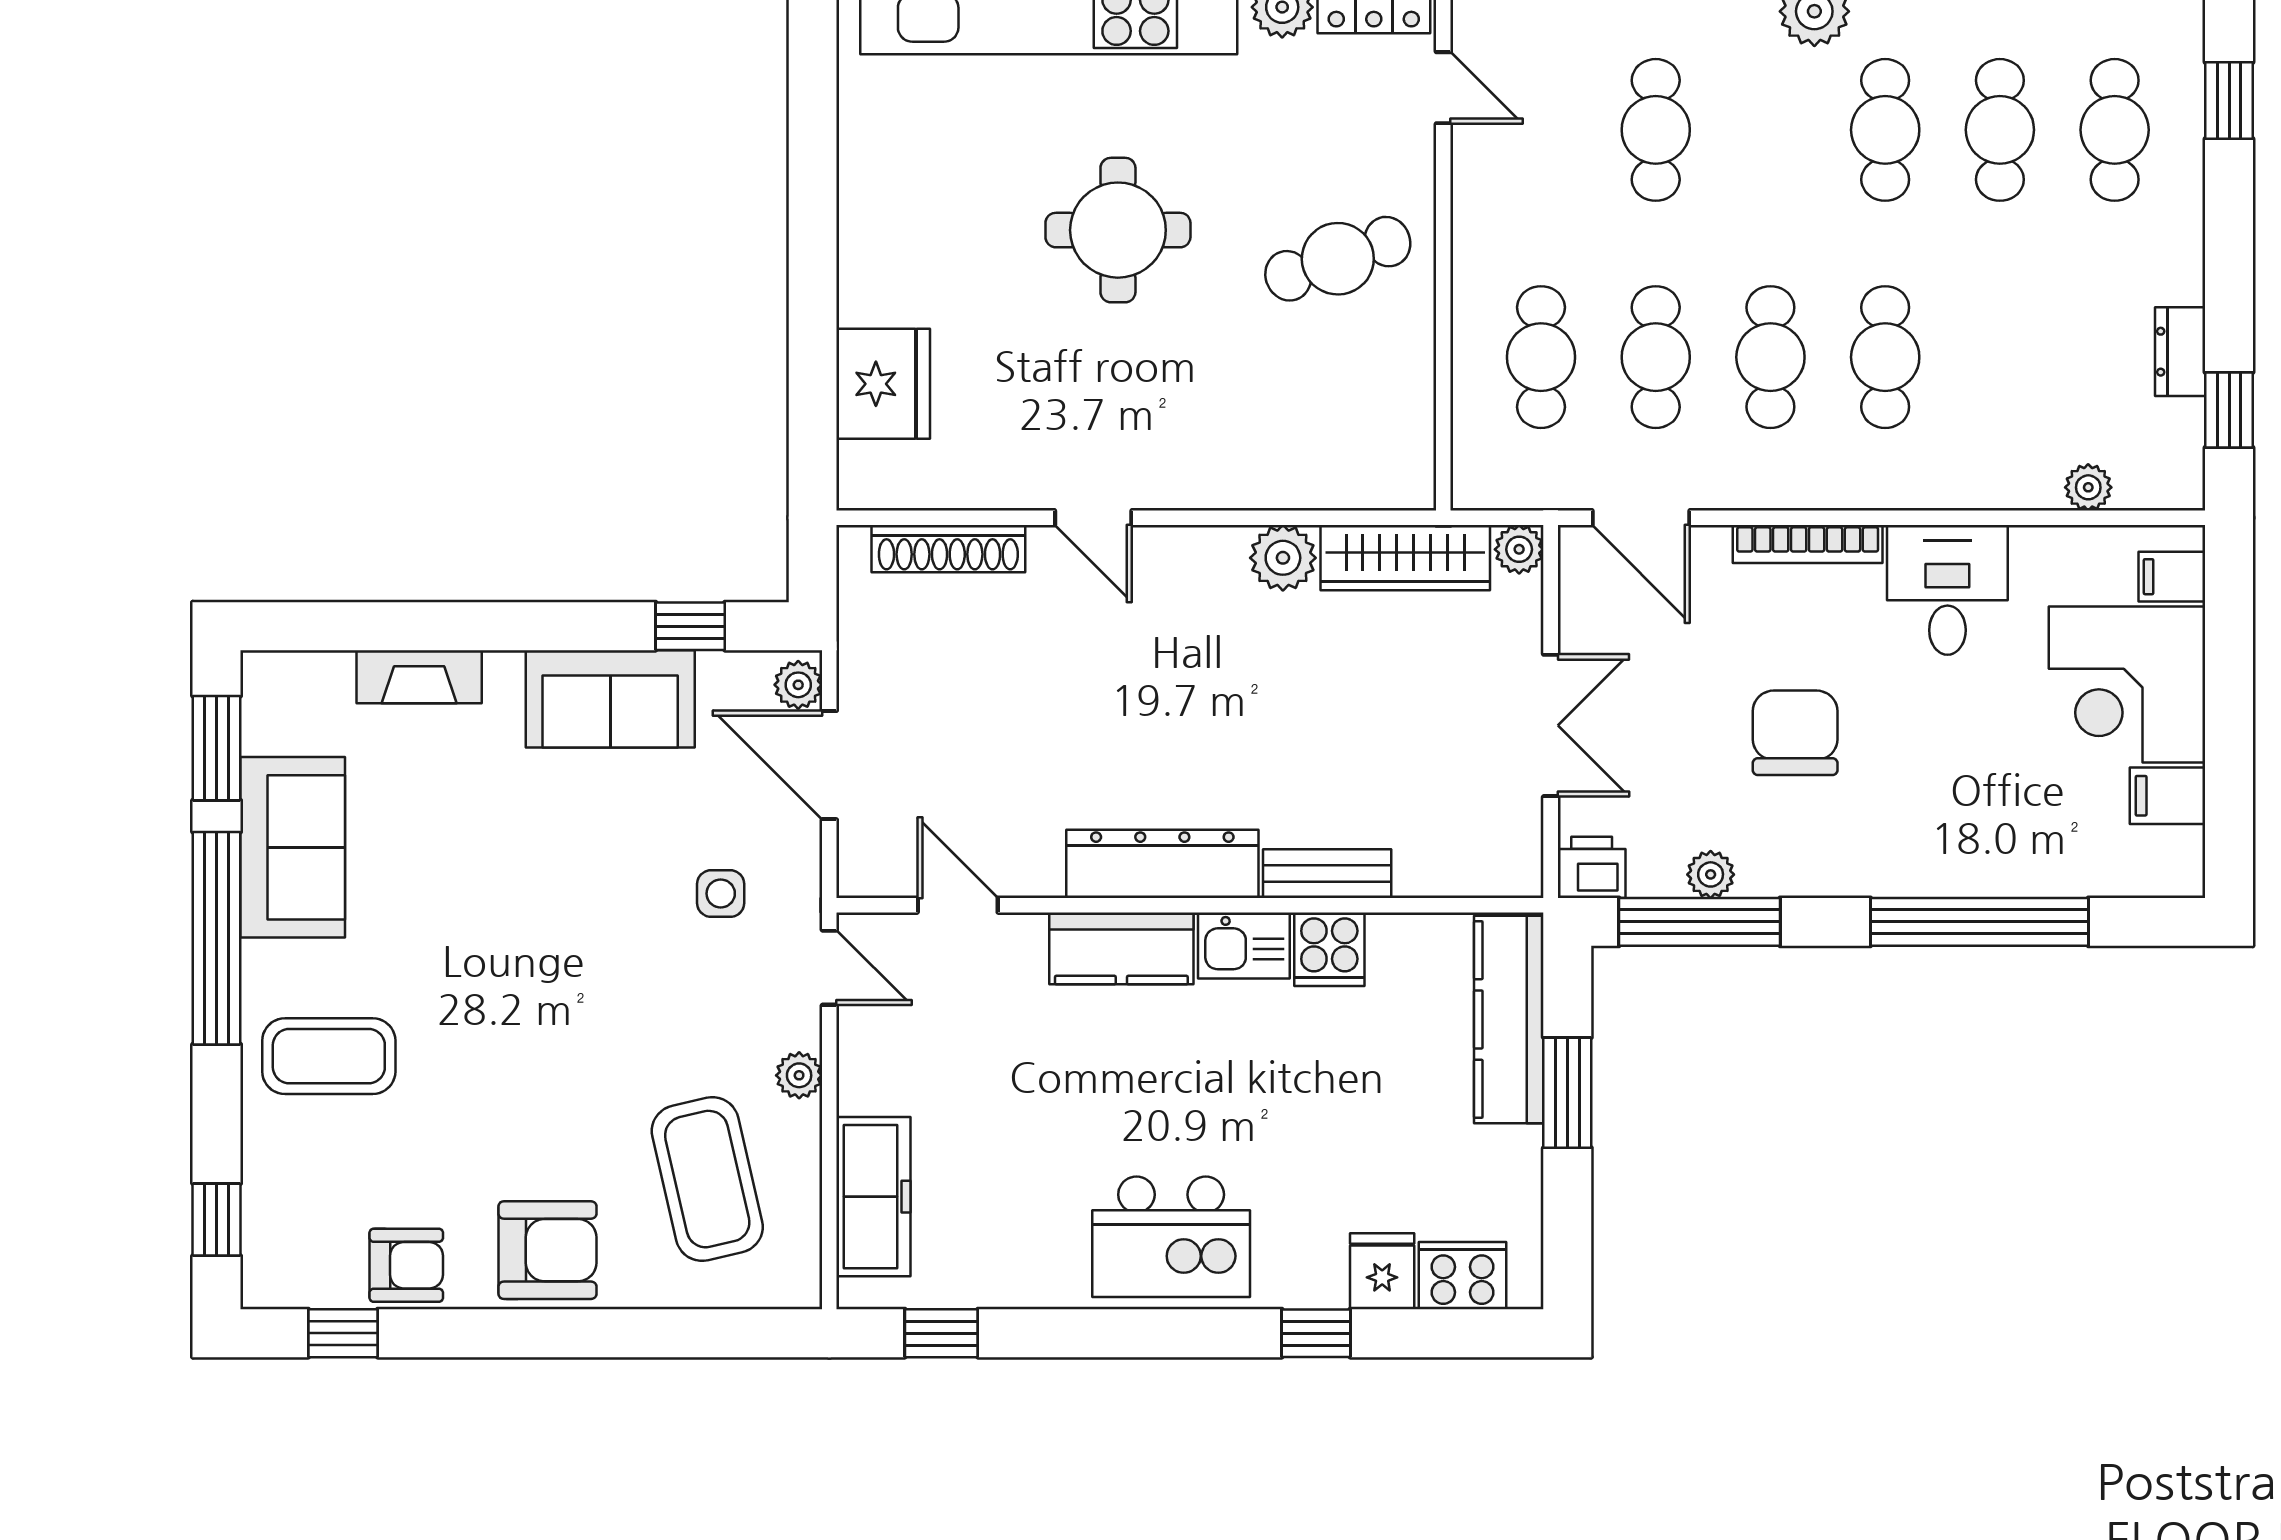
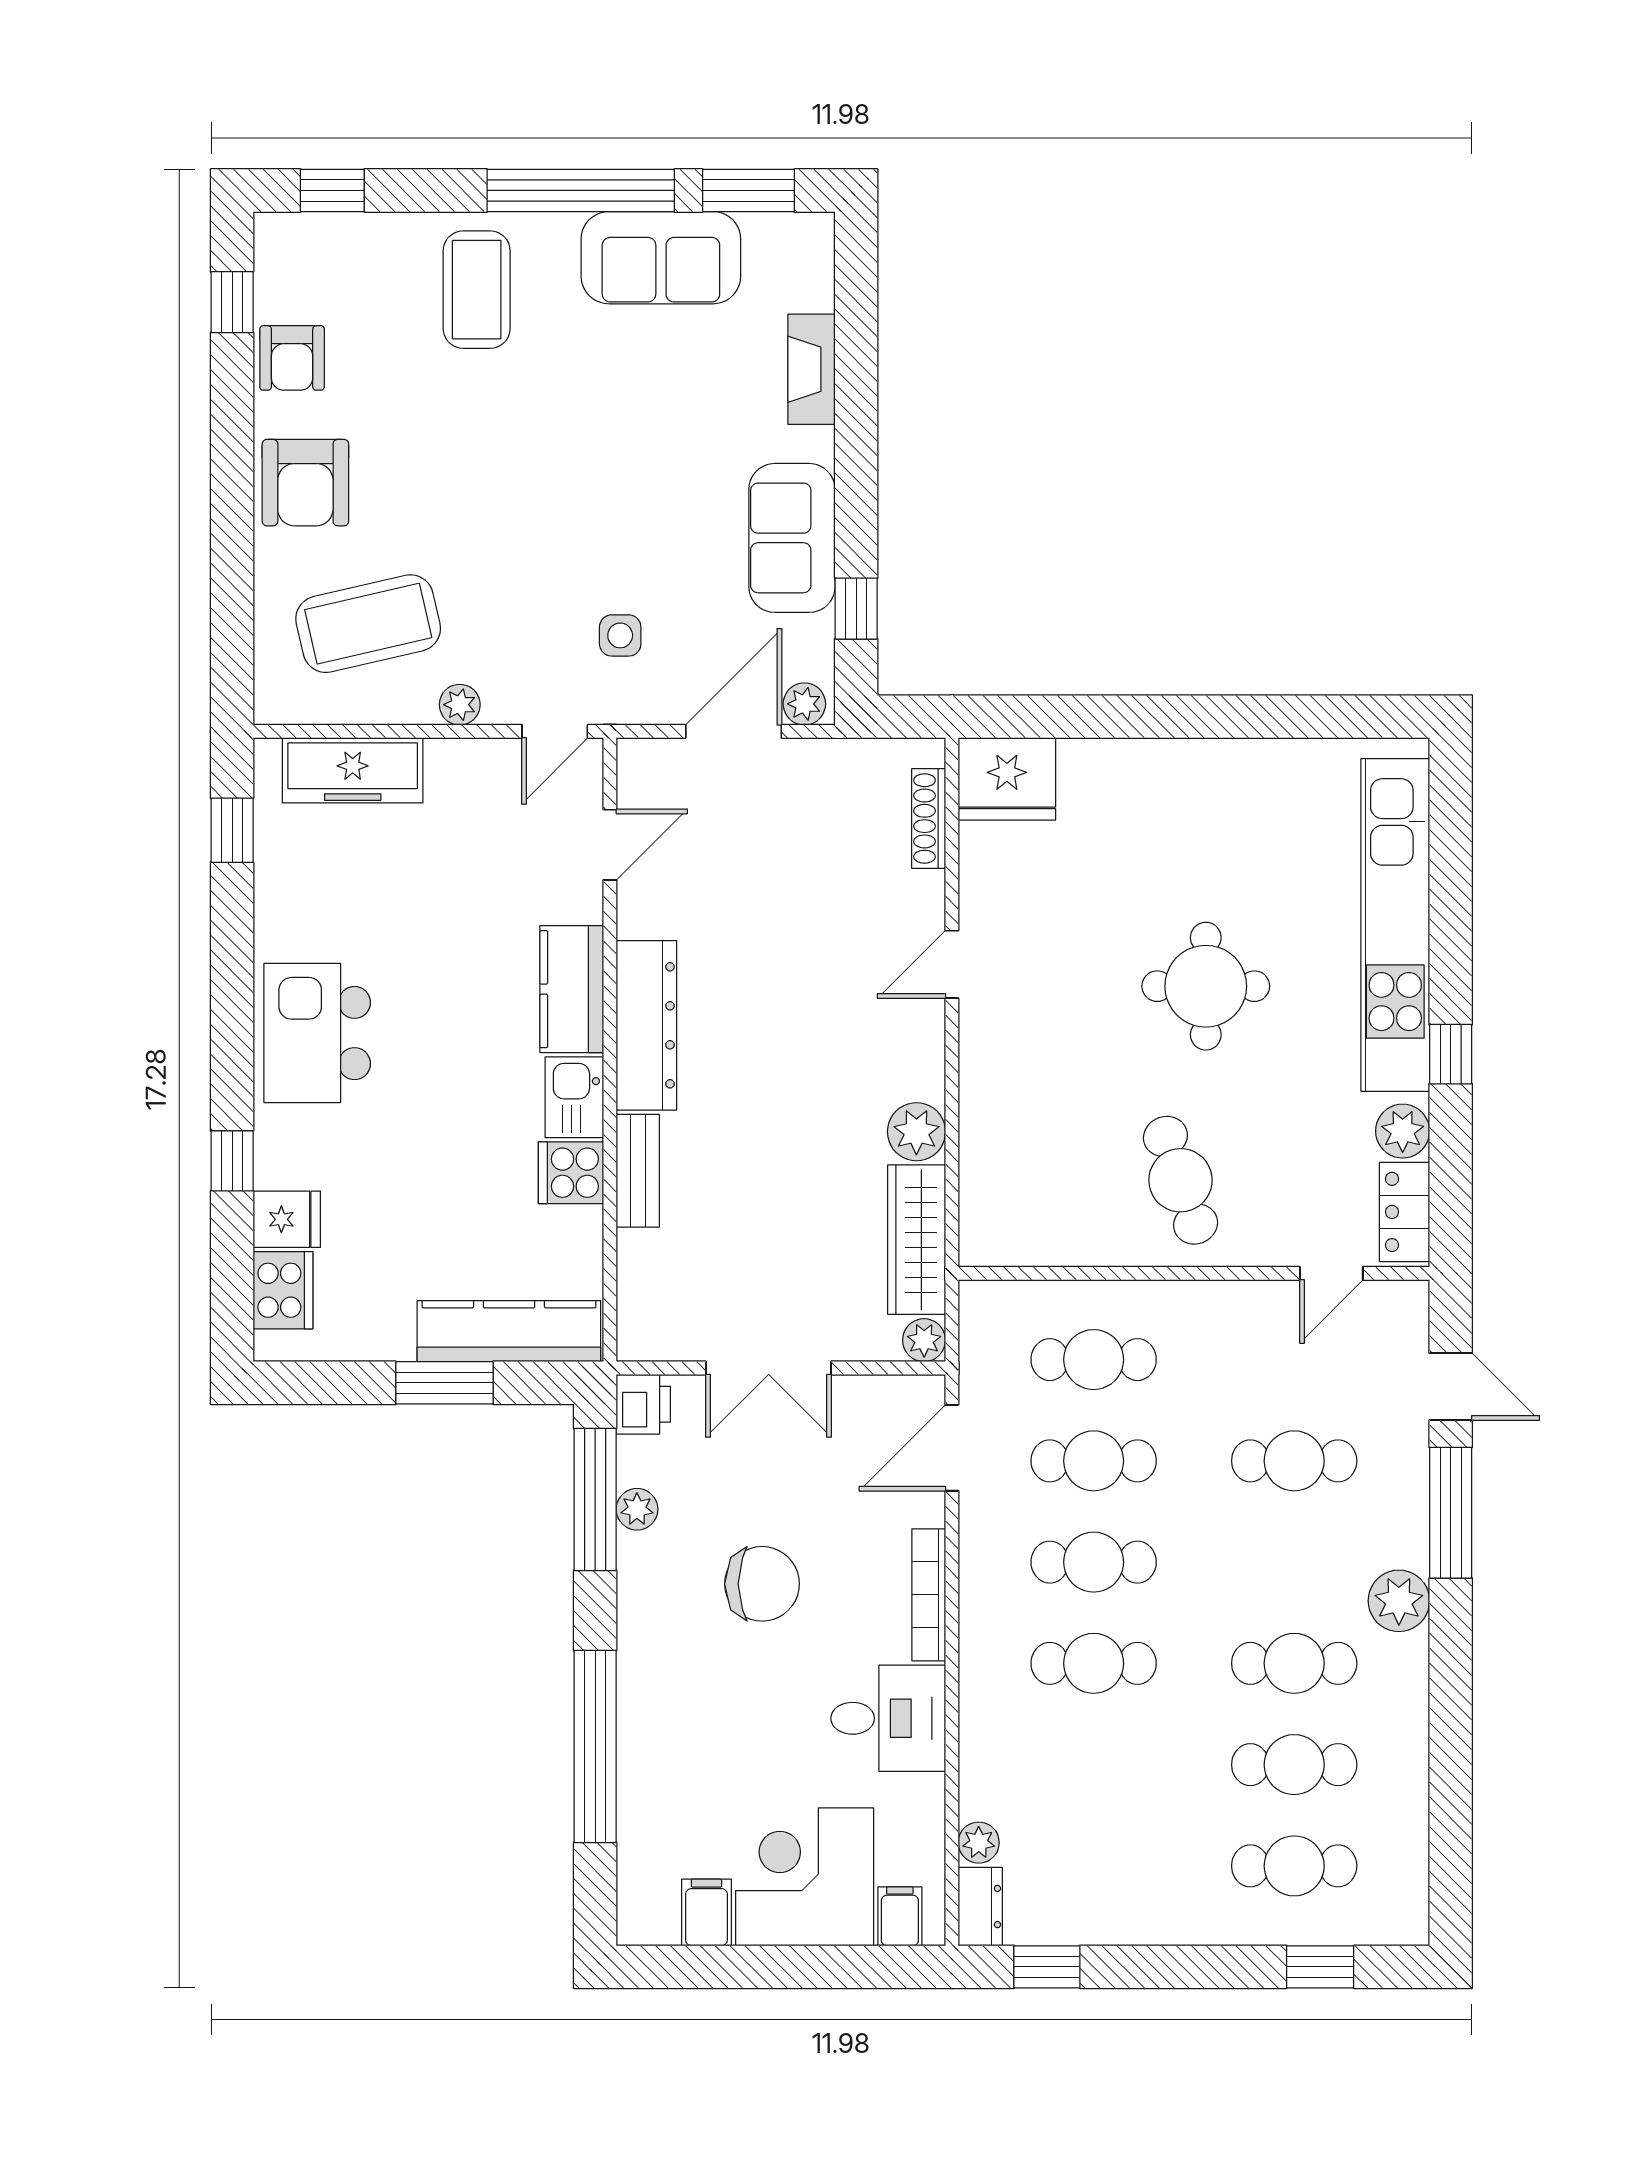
dresser: (2180, 352) -> (980, 1907), moved, turned 90
fridge: (883, 384) -> (1007, 779), moved
shoe rack: (948, 549) -> (929, 818), width x0.74, depth x0.81

